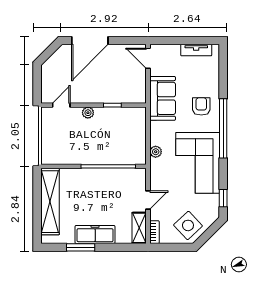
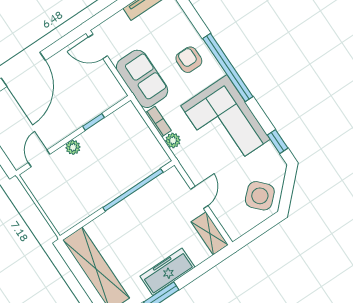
bookcase: (154, 232) -> (158, 122), moved

